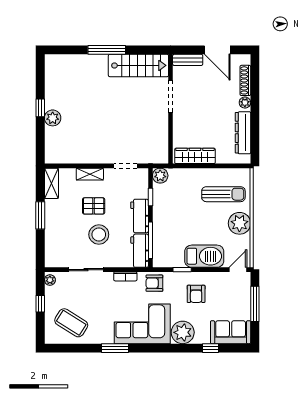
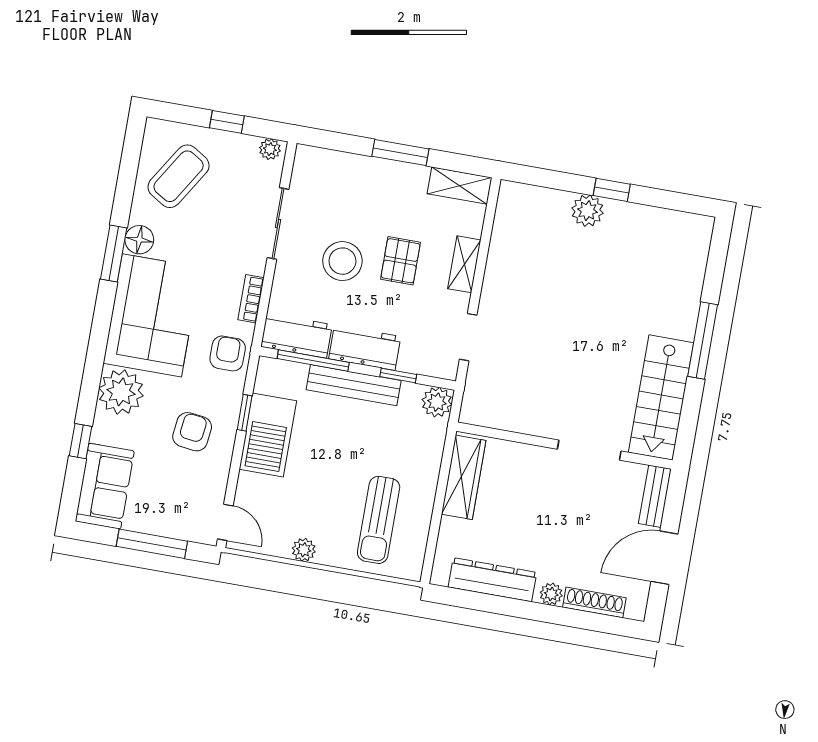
bench: (159, 218) -> (354, 385), added
plant: (239, 223) -> (304, 550), width x0.53, depth x0.53
barbecue: (204, 256) -> (268, 435), moved
armchair: (196, 294) -> (192, 432), turned 97
floor lamp: (106, 337) -> (139, 240), added

